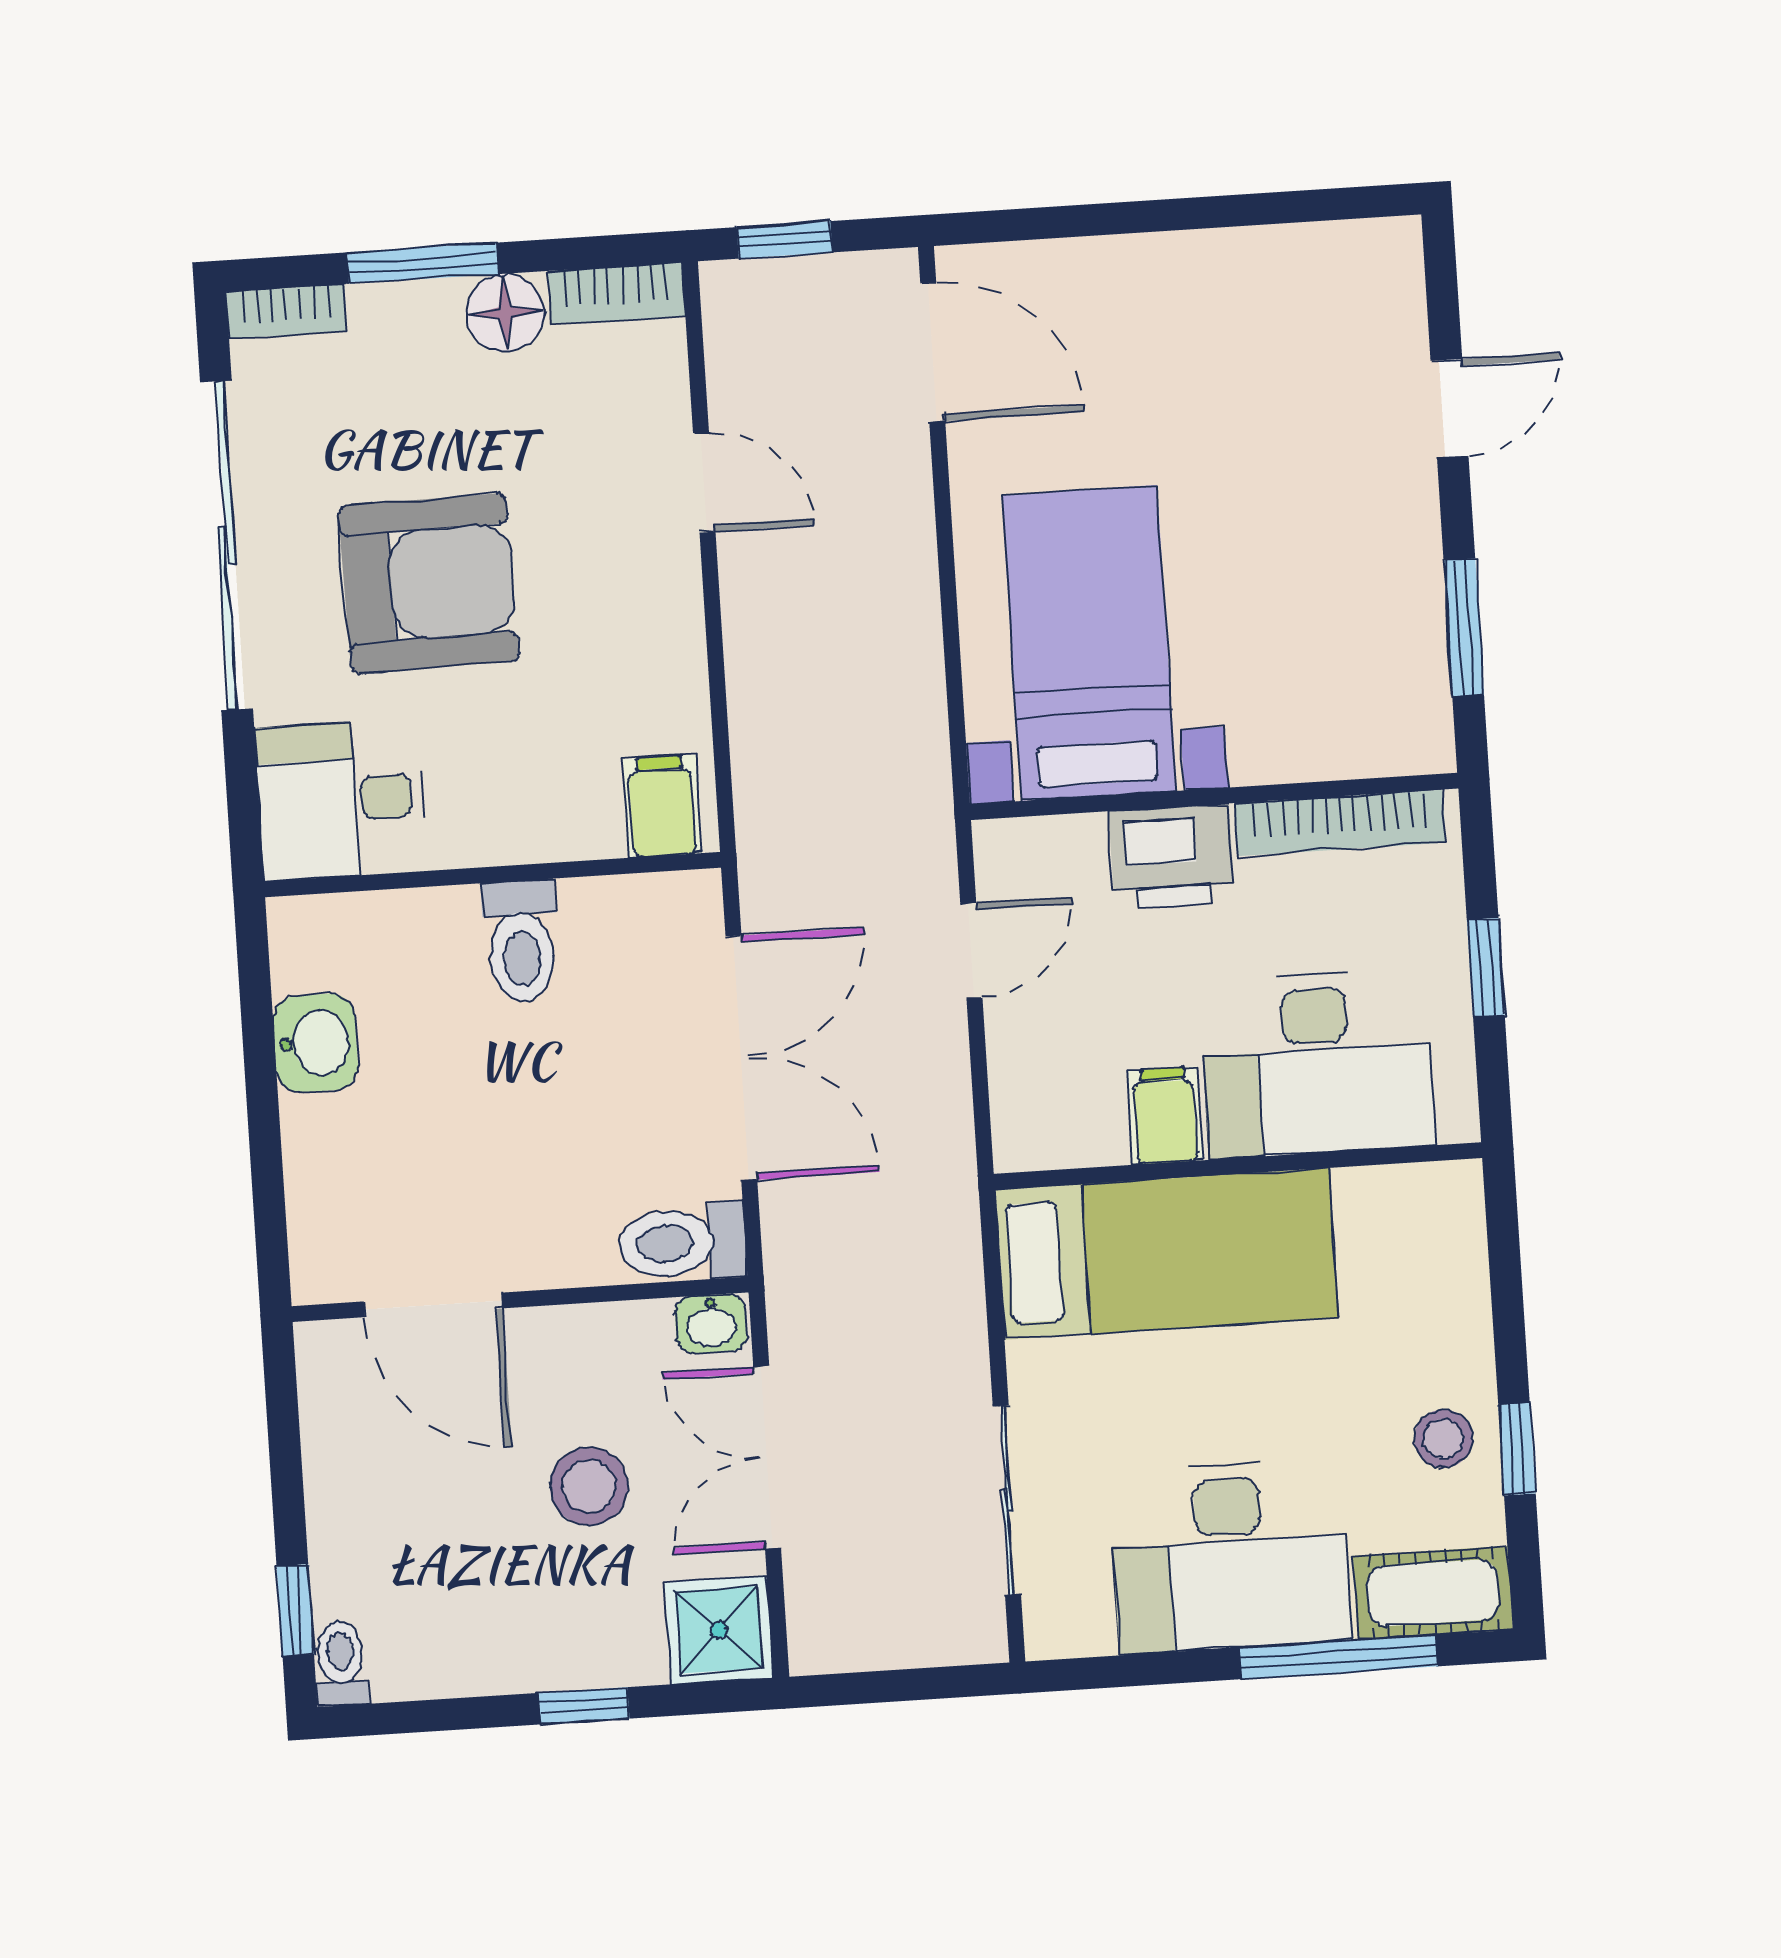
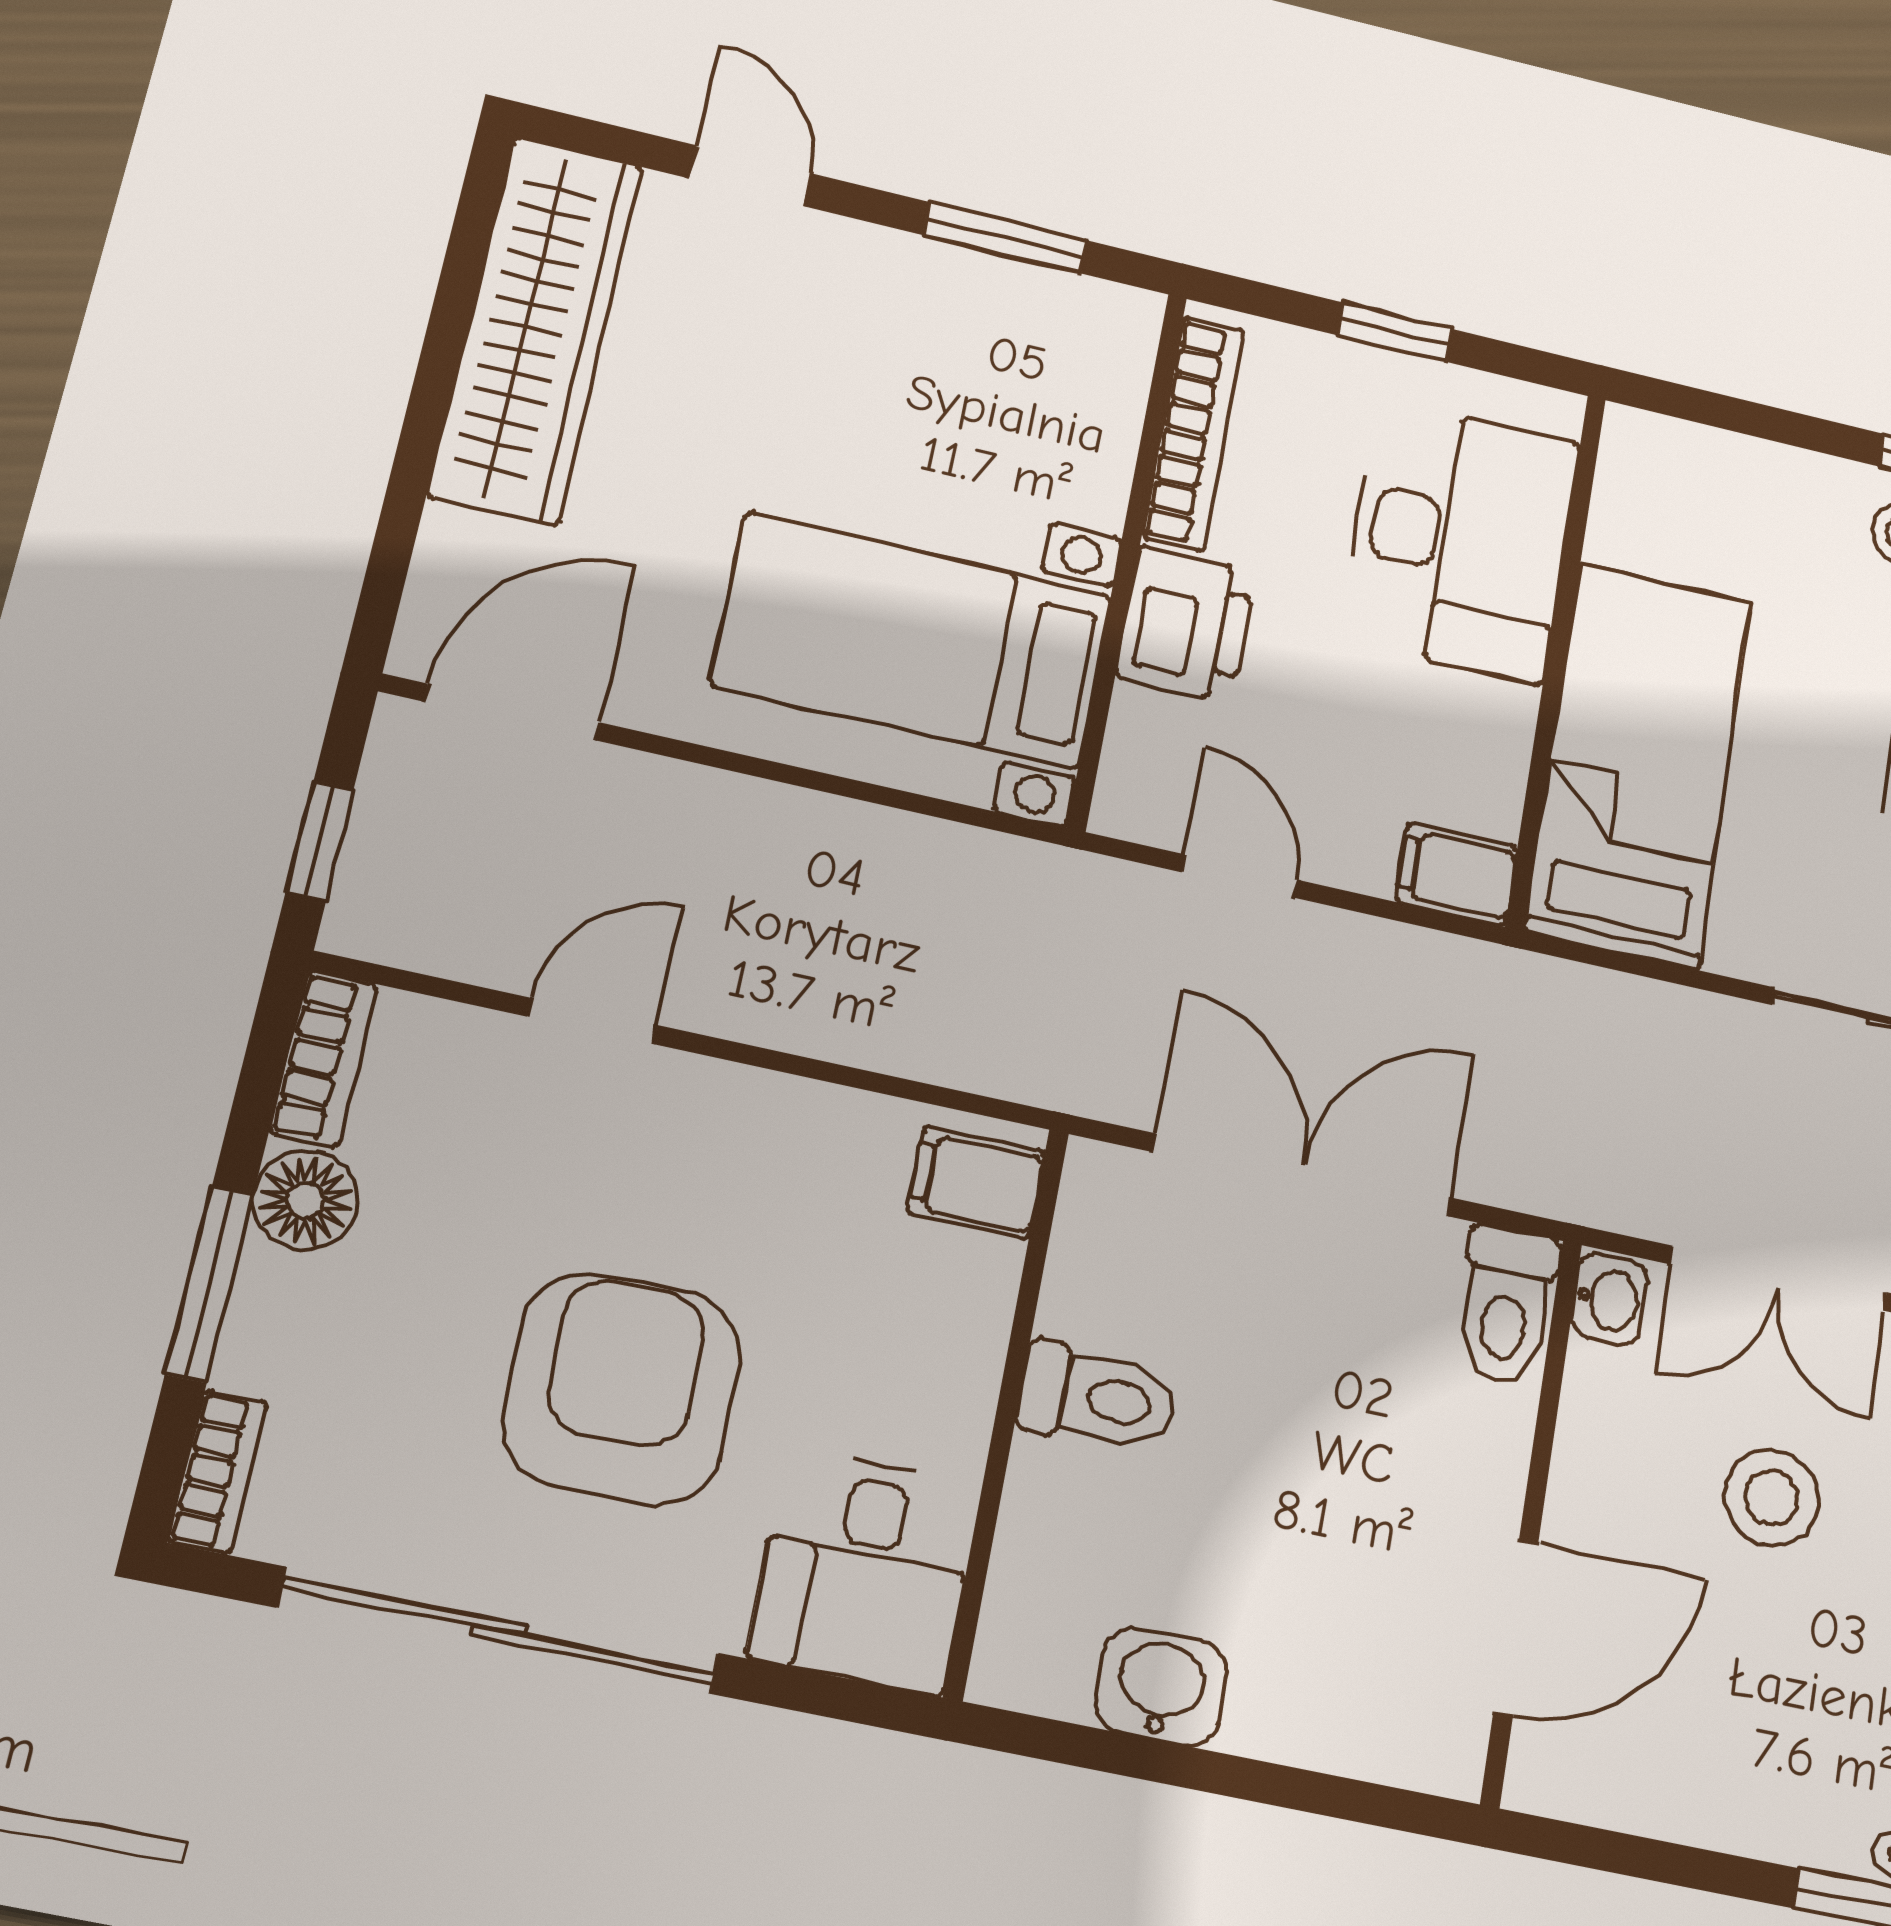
wardrobe: (1259, 279) -> (536, 329), added
filing cabinet: (1165, 1116) -> (1456, 874), moved

